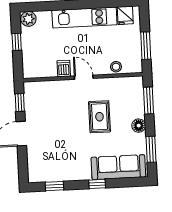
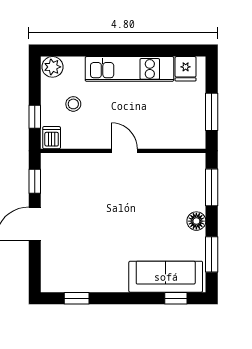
window: (17, 42) -> (35, 117), moved
stool: (116, 67) -> (73, 104), moved
dishwasher: (64, 69) -> (52, 138), moved
rug: (99, 117) -> (143, 206), removed
window: (97, 184) -> (176, 298), moved

